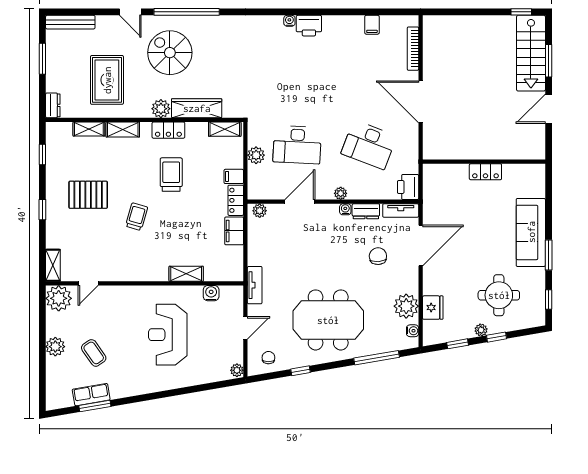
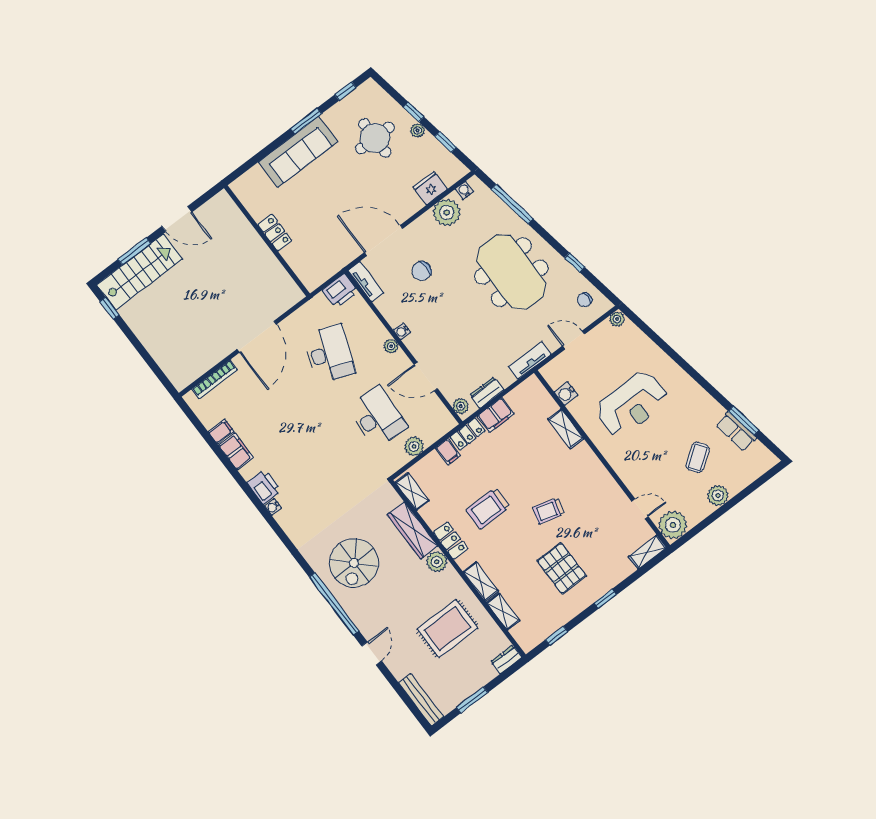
filing cabinet: (349, 25) -> (236, 451), added
spiral stairs: (170, 53) -> (354, 563), moved
dresser: (366, 211) -> (487, 392), moved, turned -90

